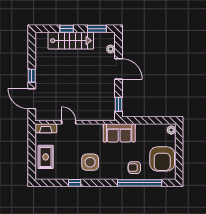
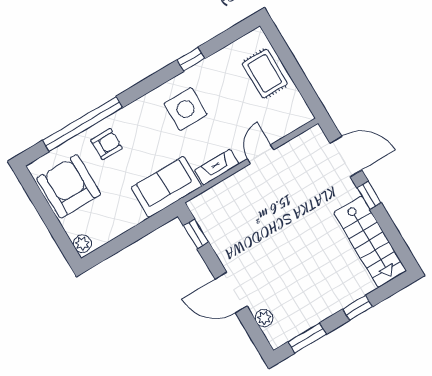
stairs: (71, 41) -> (370, 242), moved, turned -90
door: (69, 122) -> (261, 154), swing flipped
fireplace: (46, 128) -> (217, 167), moved

